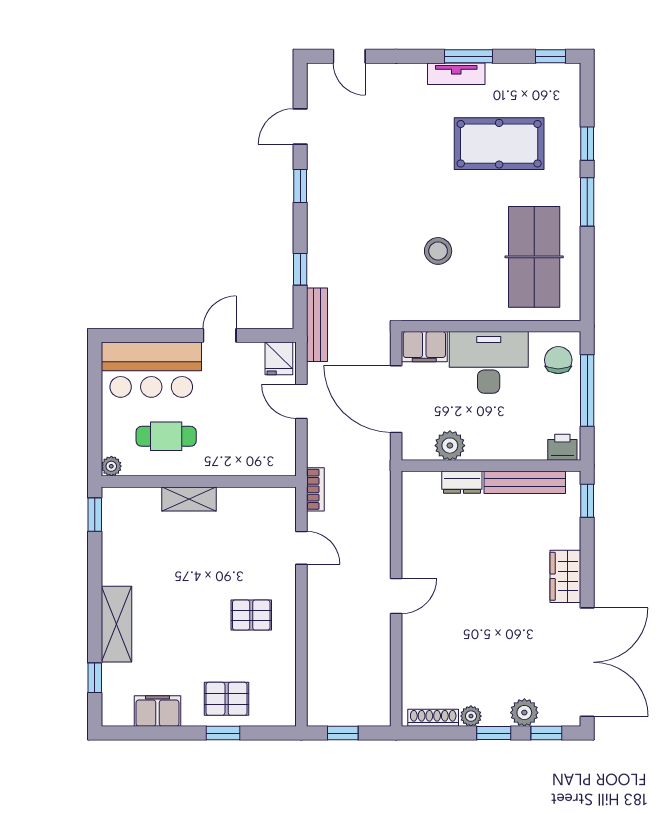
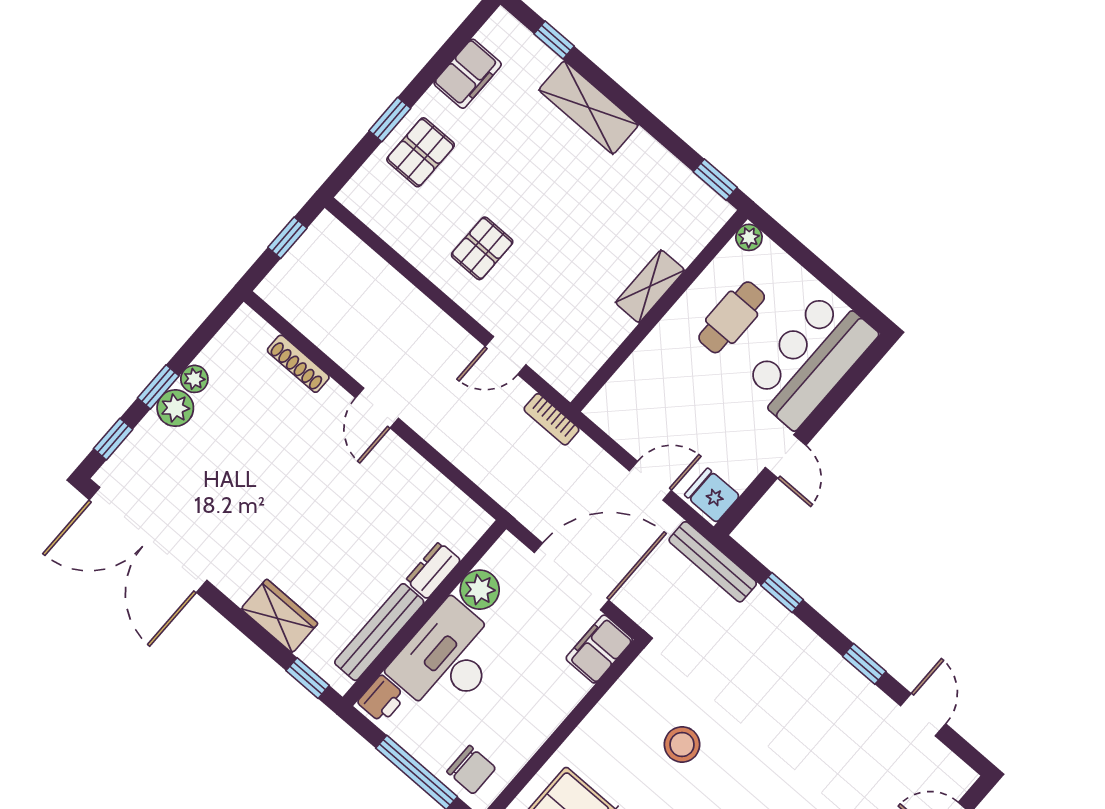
desk: (489, 362) -> (447, 659), moved, turned 180
wardrobe: (565, 576) -> (279, 616), moved
plant: (524, 713) -> (175, 408), moved
shoe rack: (433, 718) -> (298, 364), moved, turned 90

